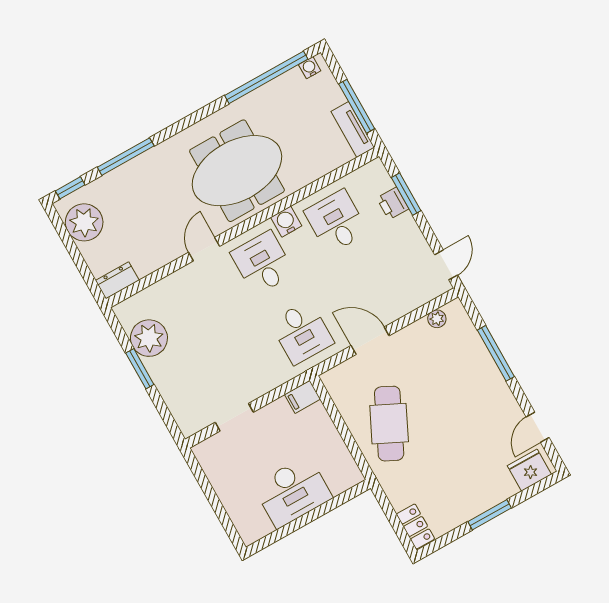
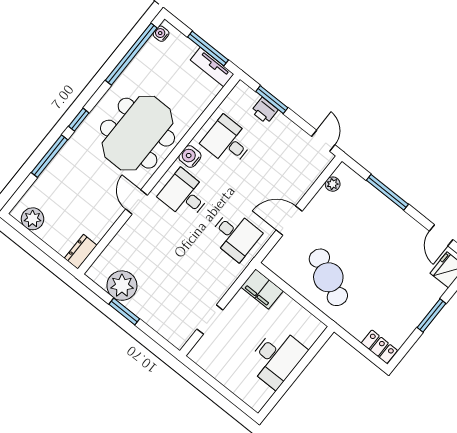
window: (70, 188) -> (79, 120), moved
plant: (84, 222) -> (33, 219), width x0.73, depth x0.73
filing cabinet: (302, 397) -> (262, 289), width x2.00

